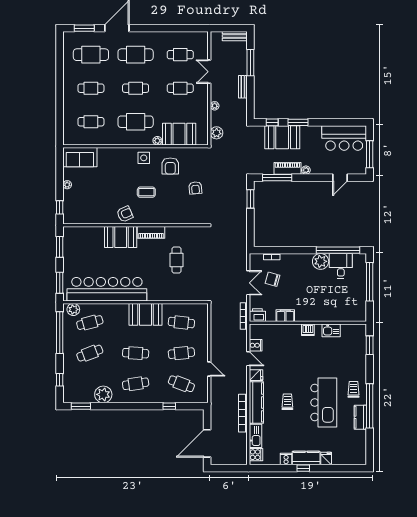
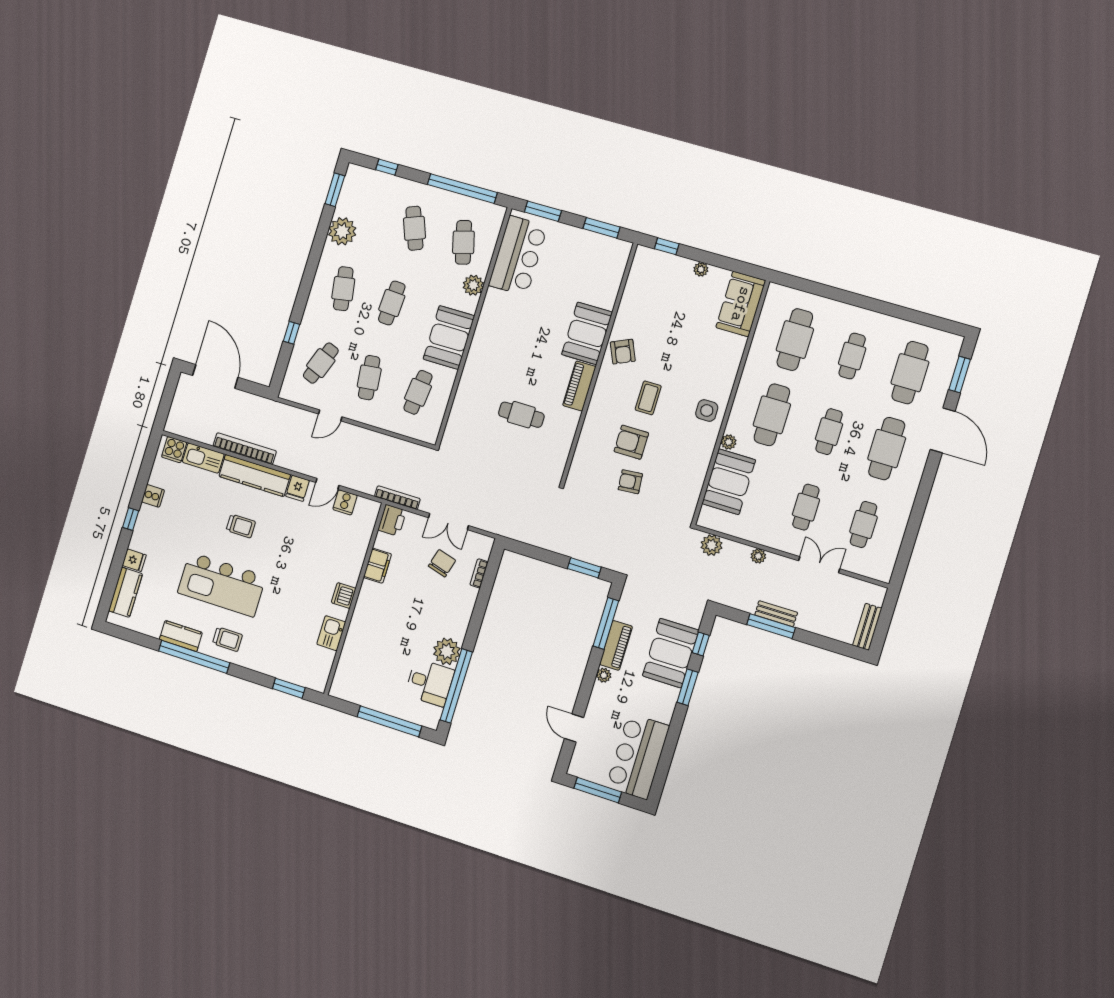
window: (250, 63) -> (771, 626), moved
cafe table: (91, 122) -> (795, 340), width x1.37, depth x1.35
armchair: (170, 166) -> (631, 442), moved
bar counter: (107, 289) -> (518, 256), width x0.54
plant: (73, 309) -> (473, 285), moved
kitchen counter: (306, 458) -> (125, 592), moved

